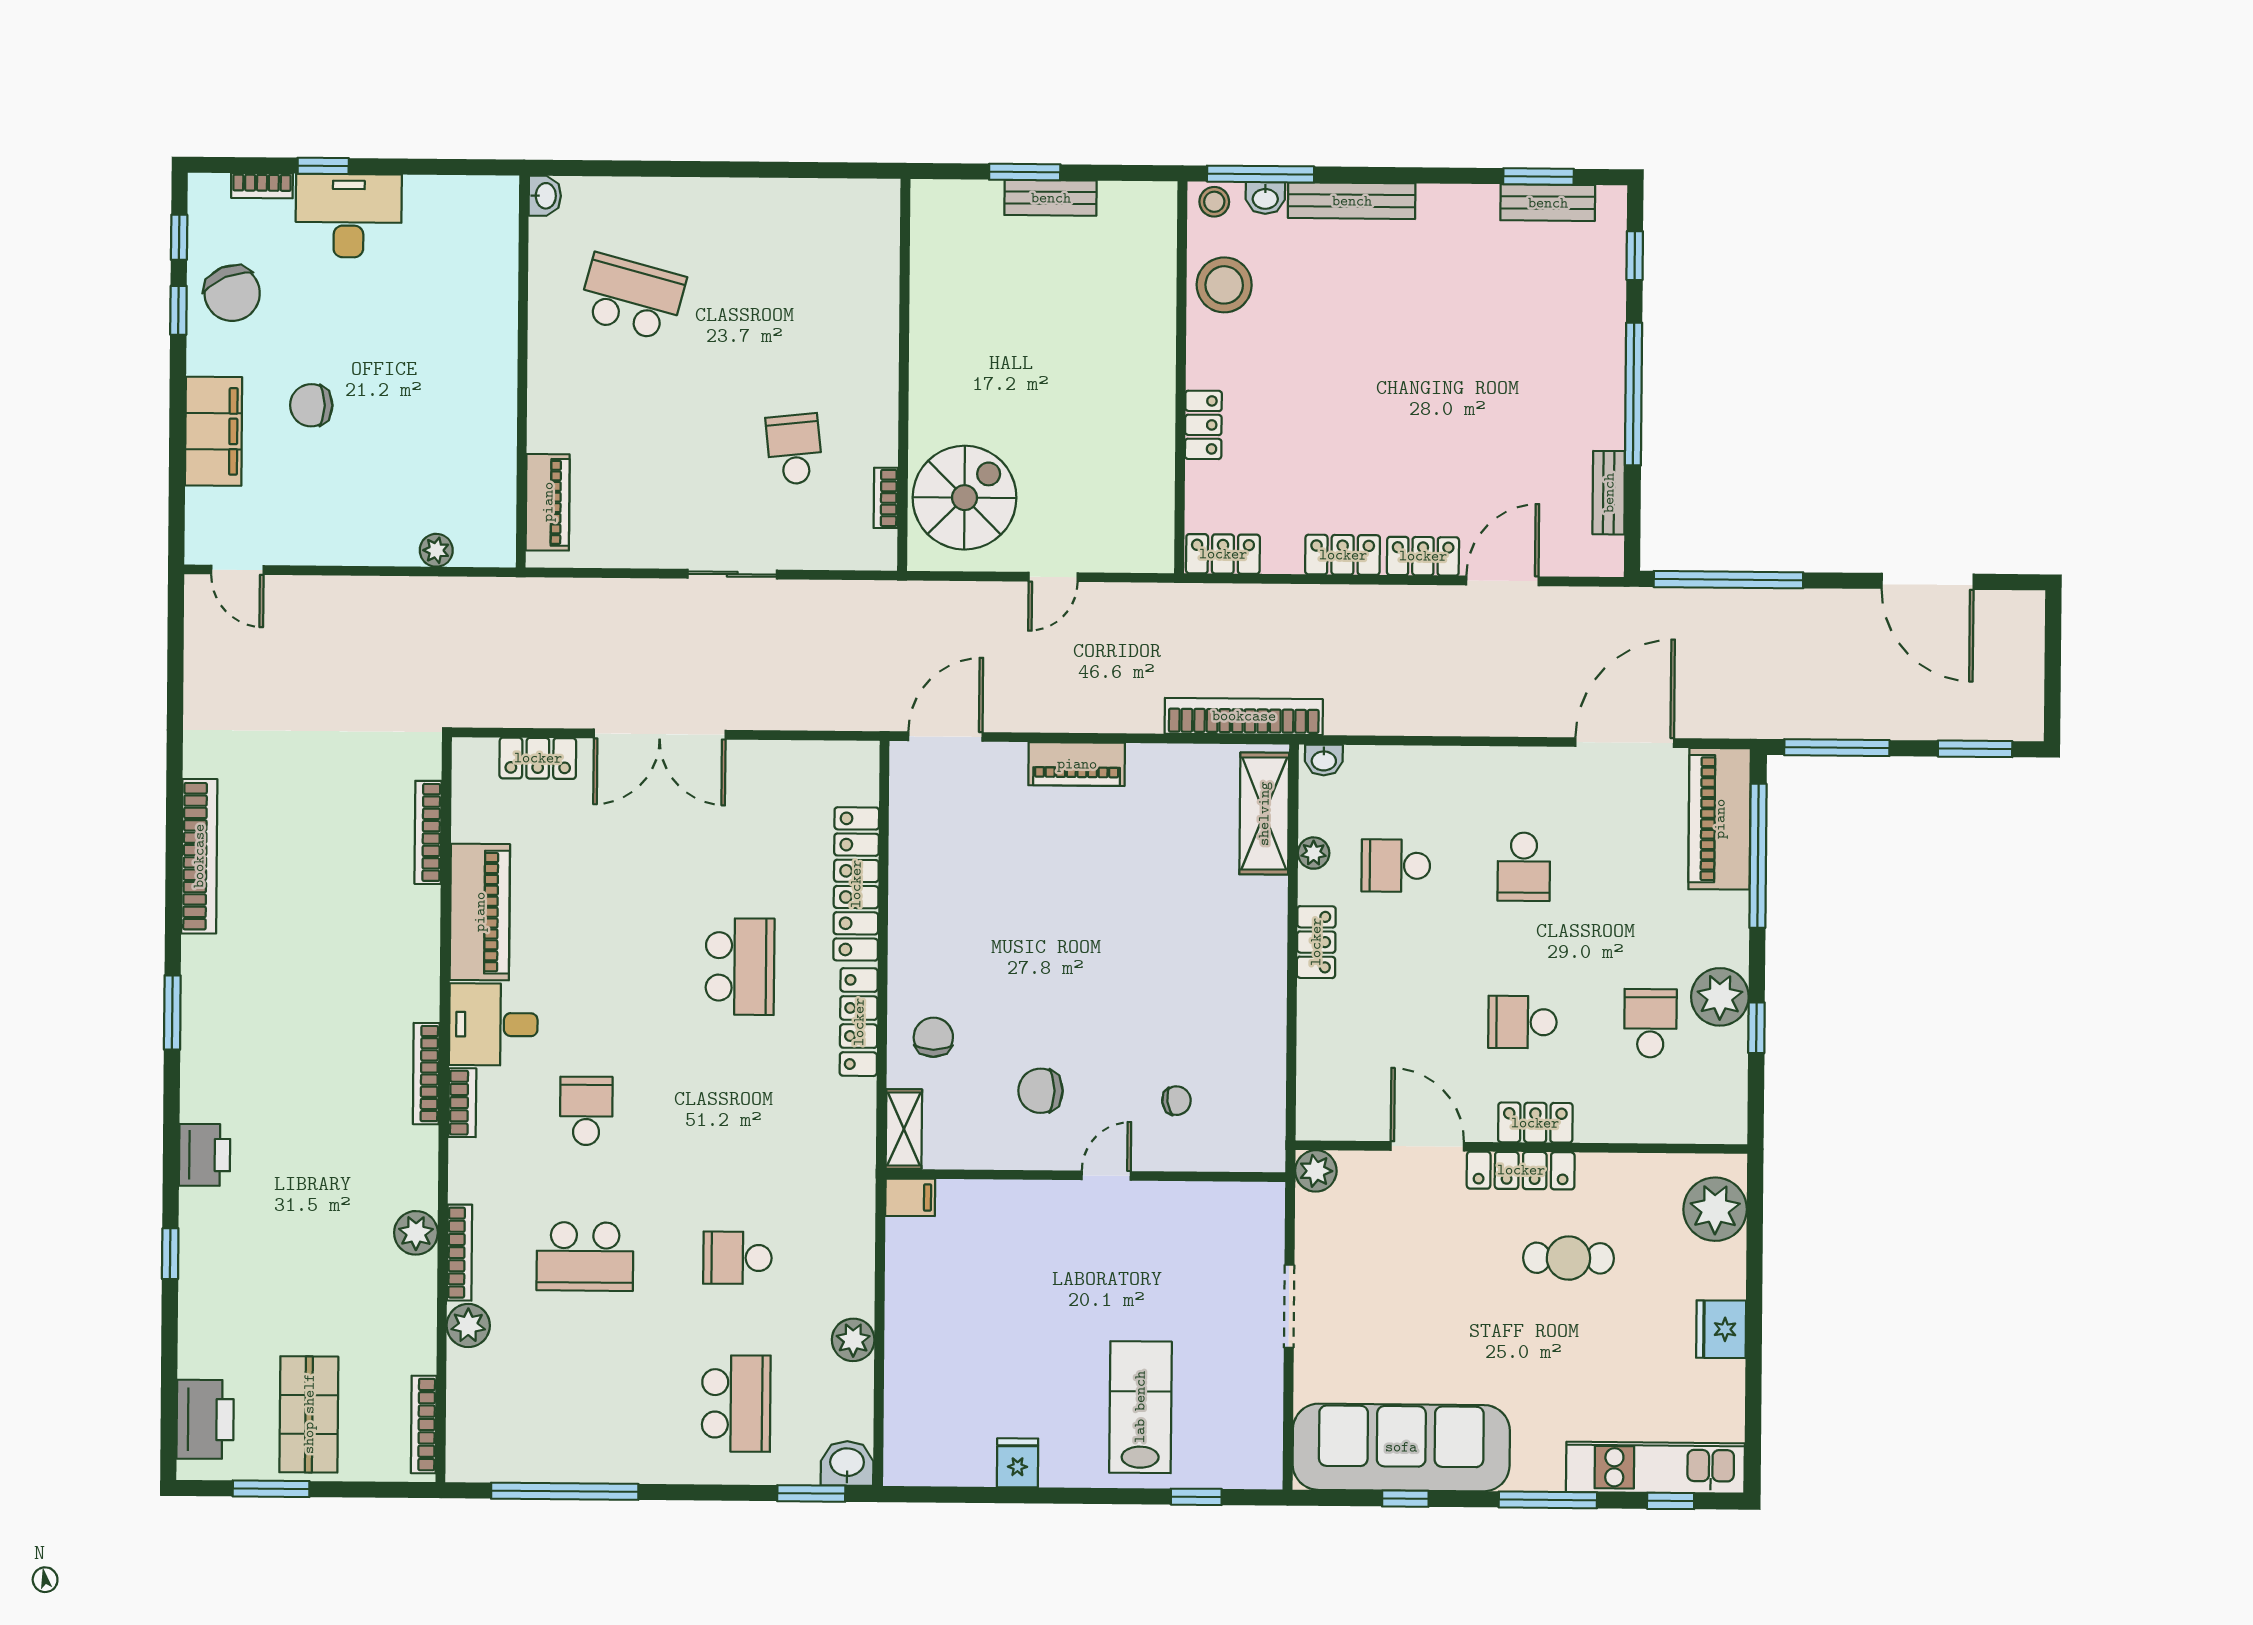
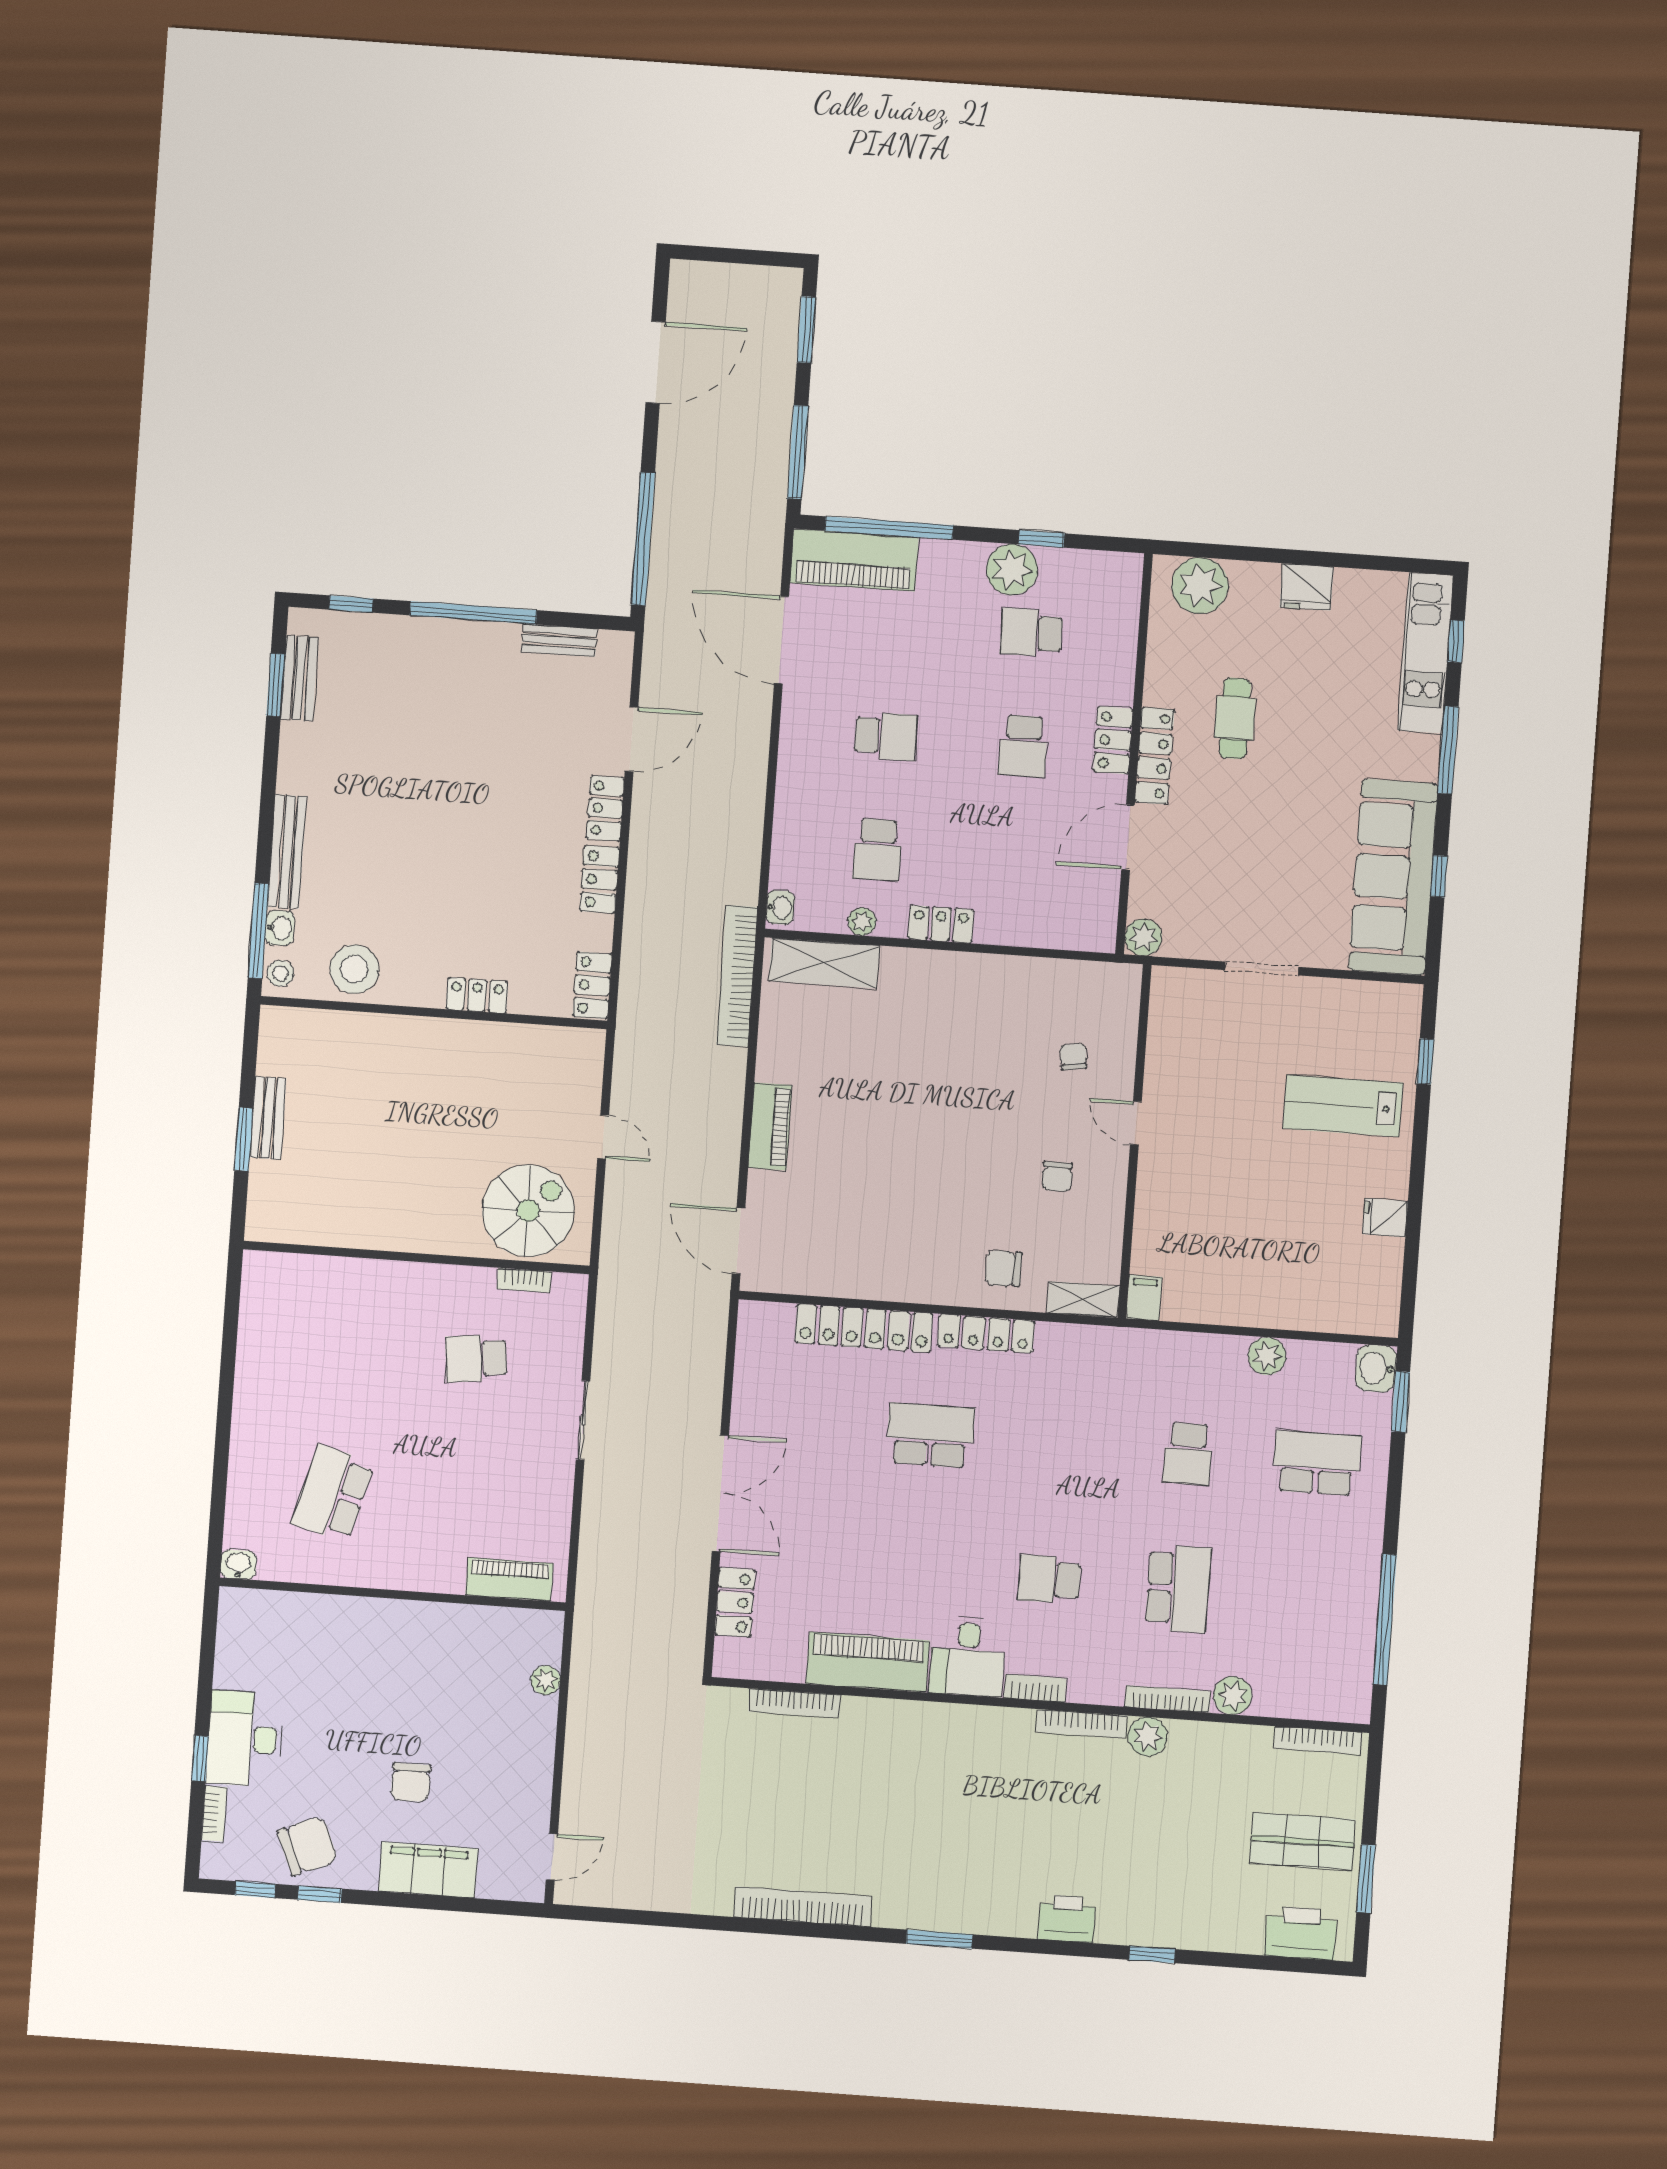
spiral stairs: (965, 498) -> (528, 1211), turned 90
door: (1502, 581) -> (632, 739), swing flipped
bookcase: (426, 1074) -> (1081, 1724), moved
chair: (1041, 1091) -> (1057, 1177), width x0.73, depth x0.73

